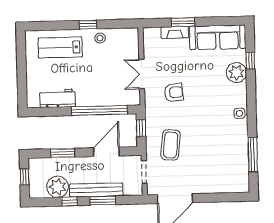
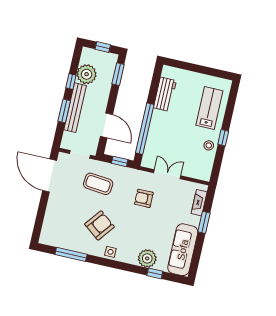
fireplace: (175, 32) -> (199, 203), moved
armchair: (174, 92) -> (144, 198), turned 95
armchair: (214, 132) -> (100, 225), added
window: (63, 153) -> (118, 74), moved

